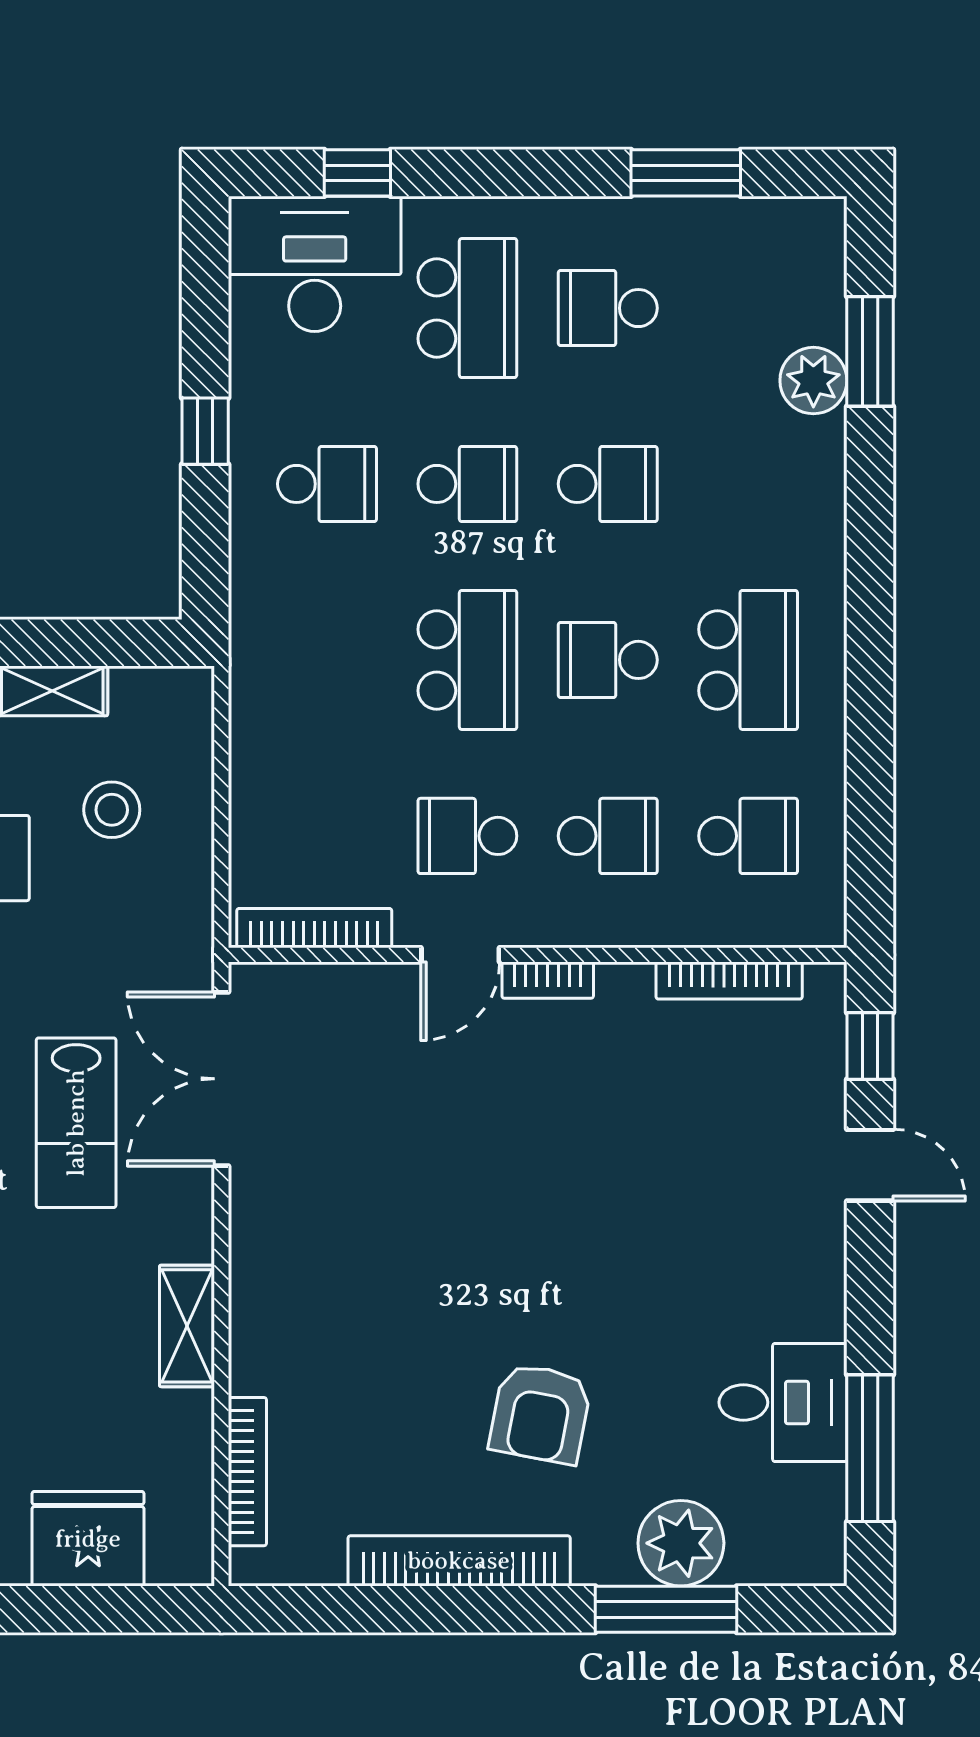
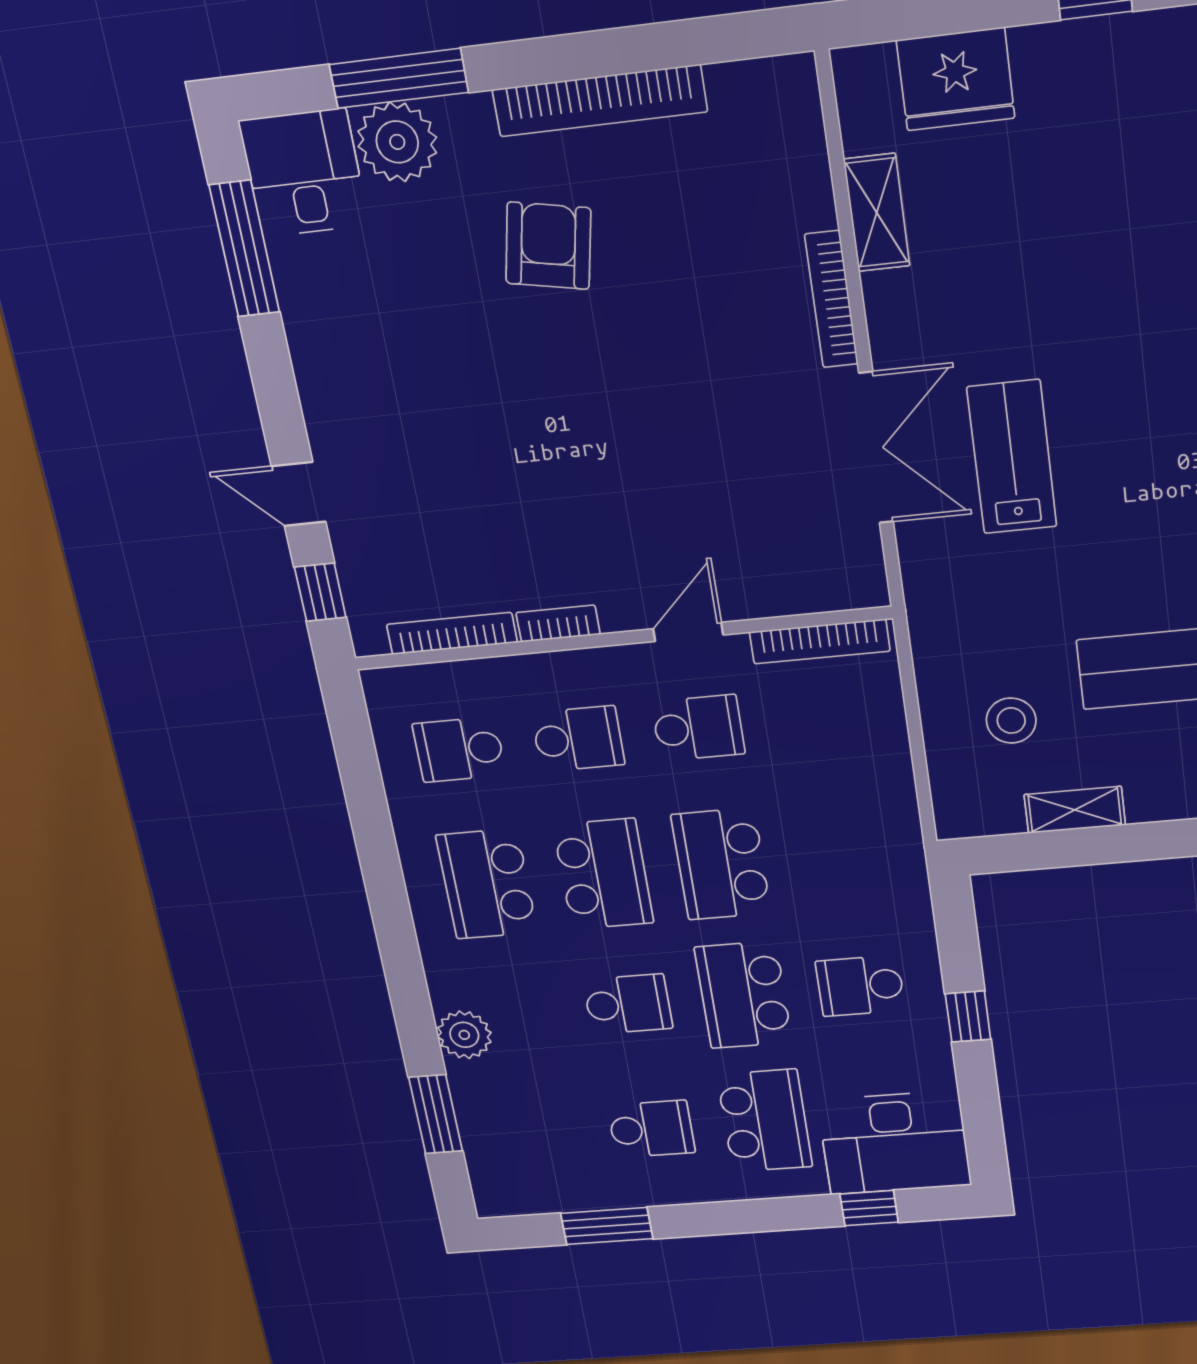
school desk: (467, 308) -> (765, 1121), turned 180
plant: (813, 381) -> (464, 1035), moved
school desk: (467, 484) -> (743, 995), width x1.85
school desk: (608, 484) -> (628, 1004), turned 180
school desk: (608, 660) -> (603, 874), width x1.85
school desk: (608, 836) -> (578, 739), turned 180
bookcase: (548, 980) -> (558, 624), moved
double door: (221, 1079) -> (876, 448), moved
shelving: (187, 1326) -> (877, 213), moved
desk: (783, 1402) -> (304, 173), moved, turned 90
bookcase: (247, 1472) -> (831, 299), moved

